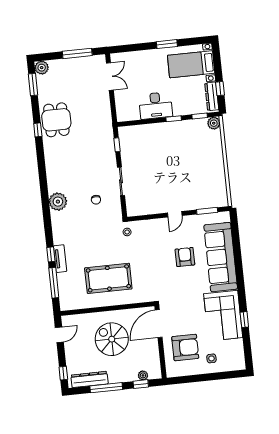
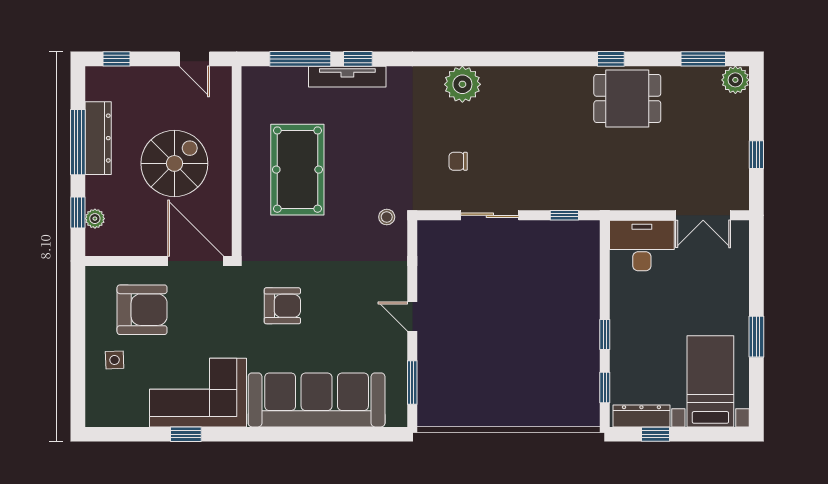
window: (77, 53) -> (756, 155), width x0.46
desk: (156, 106) -> (642, 246), moved, turned 90
plant: (214, 123) -> (587, 414), removed
armchair: (185, 257) -> (282, 306), moved
tv unit: (60, 259) -> (347, 77), width x1.41
armchair: (185, 347) -> (142, 310), turned -90
dresser: (89, 379) -> (98, 138), moved

